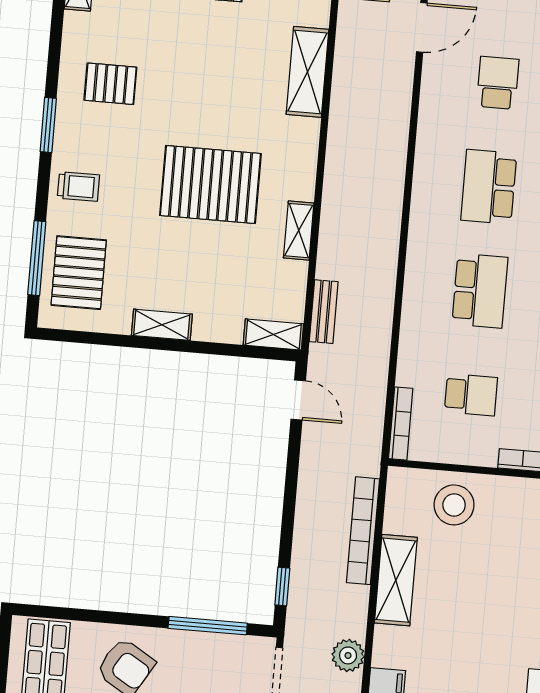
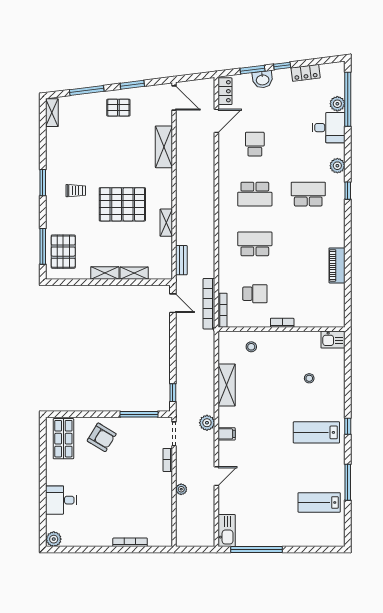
pallet: (110, 84) -> (71, 160), removed
trolley: (78, 187) -> (76, 191), moved
school desk: (489, 187) -> (255, 194), turned -90
school desk: (480, 291) -> (255, 244), turned -90
shelving: (273, 334) -> (134, 273), moved
stool: (454, 505) -> (251, 347), width x0.53, depth x0.53
bookcase: (363, 531) -> (209, 304), moved

